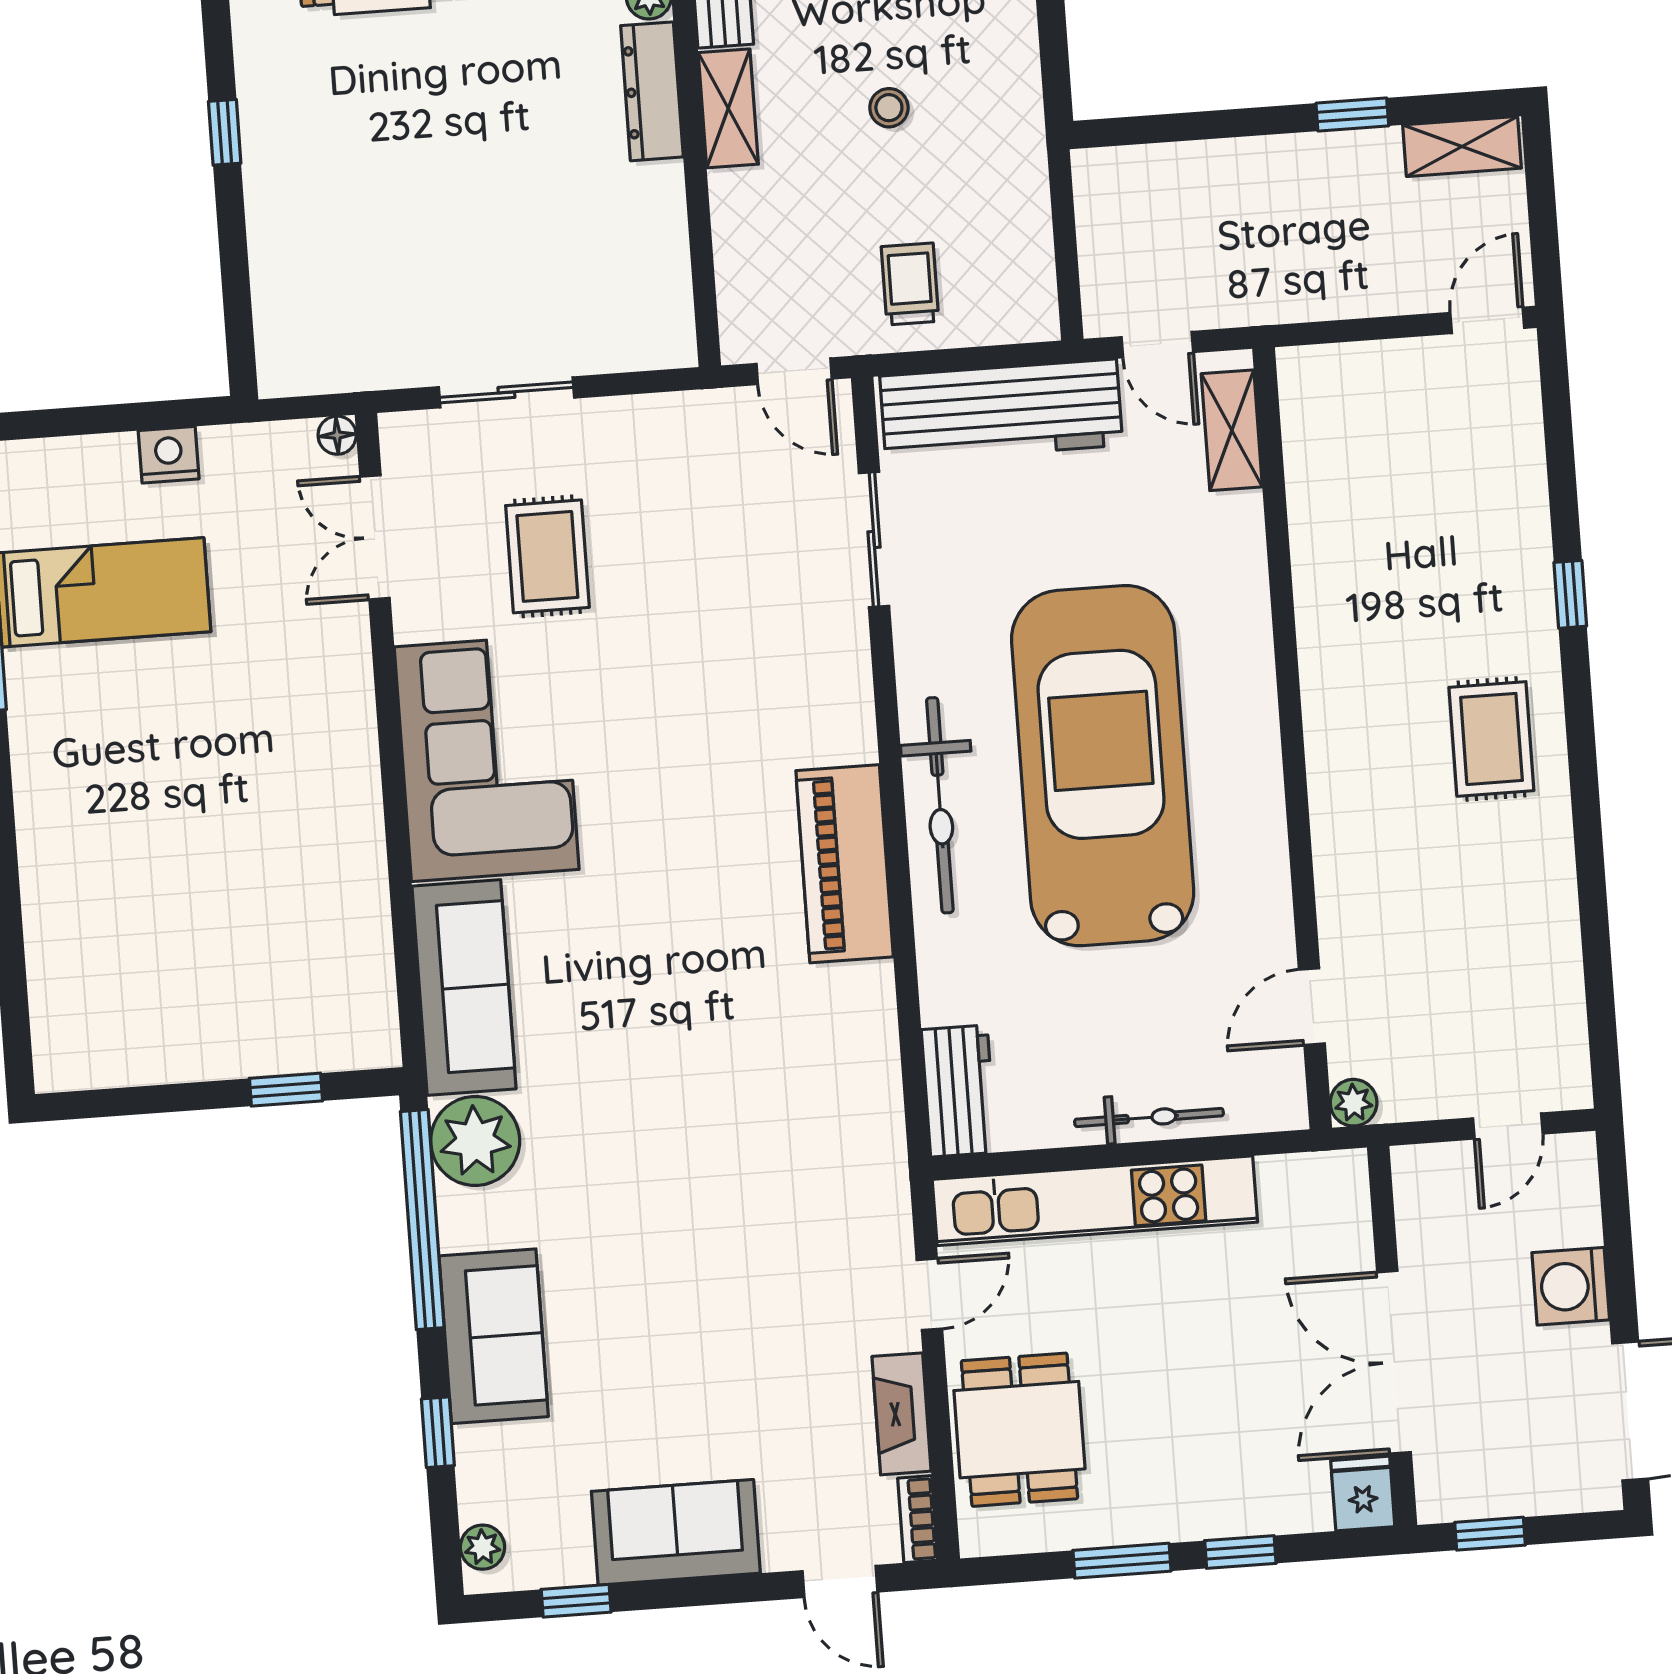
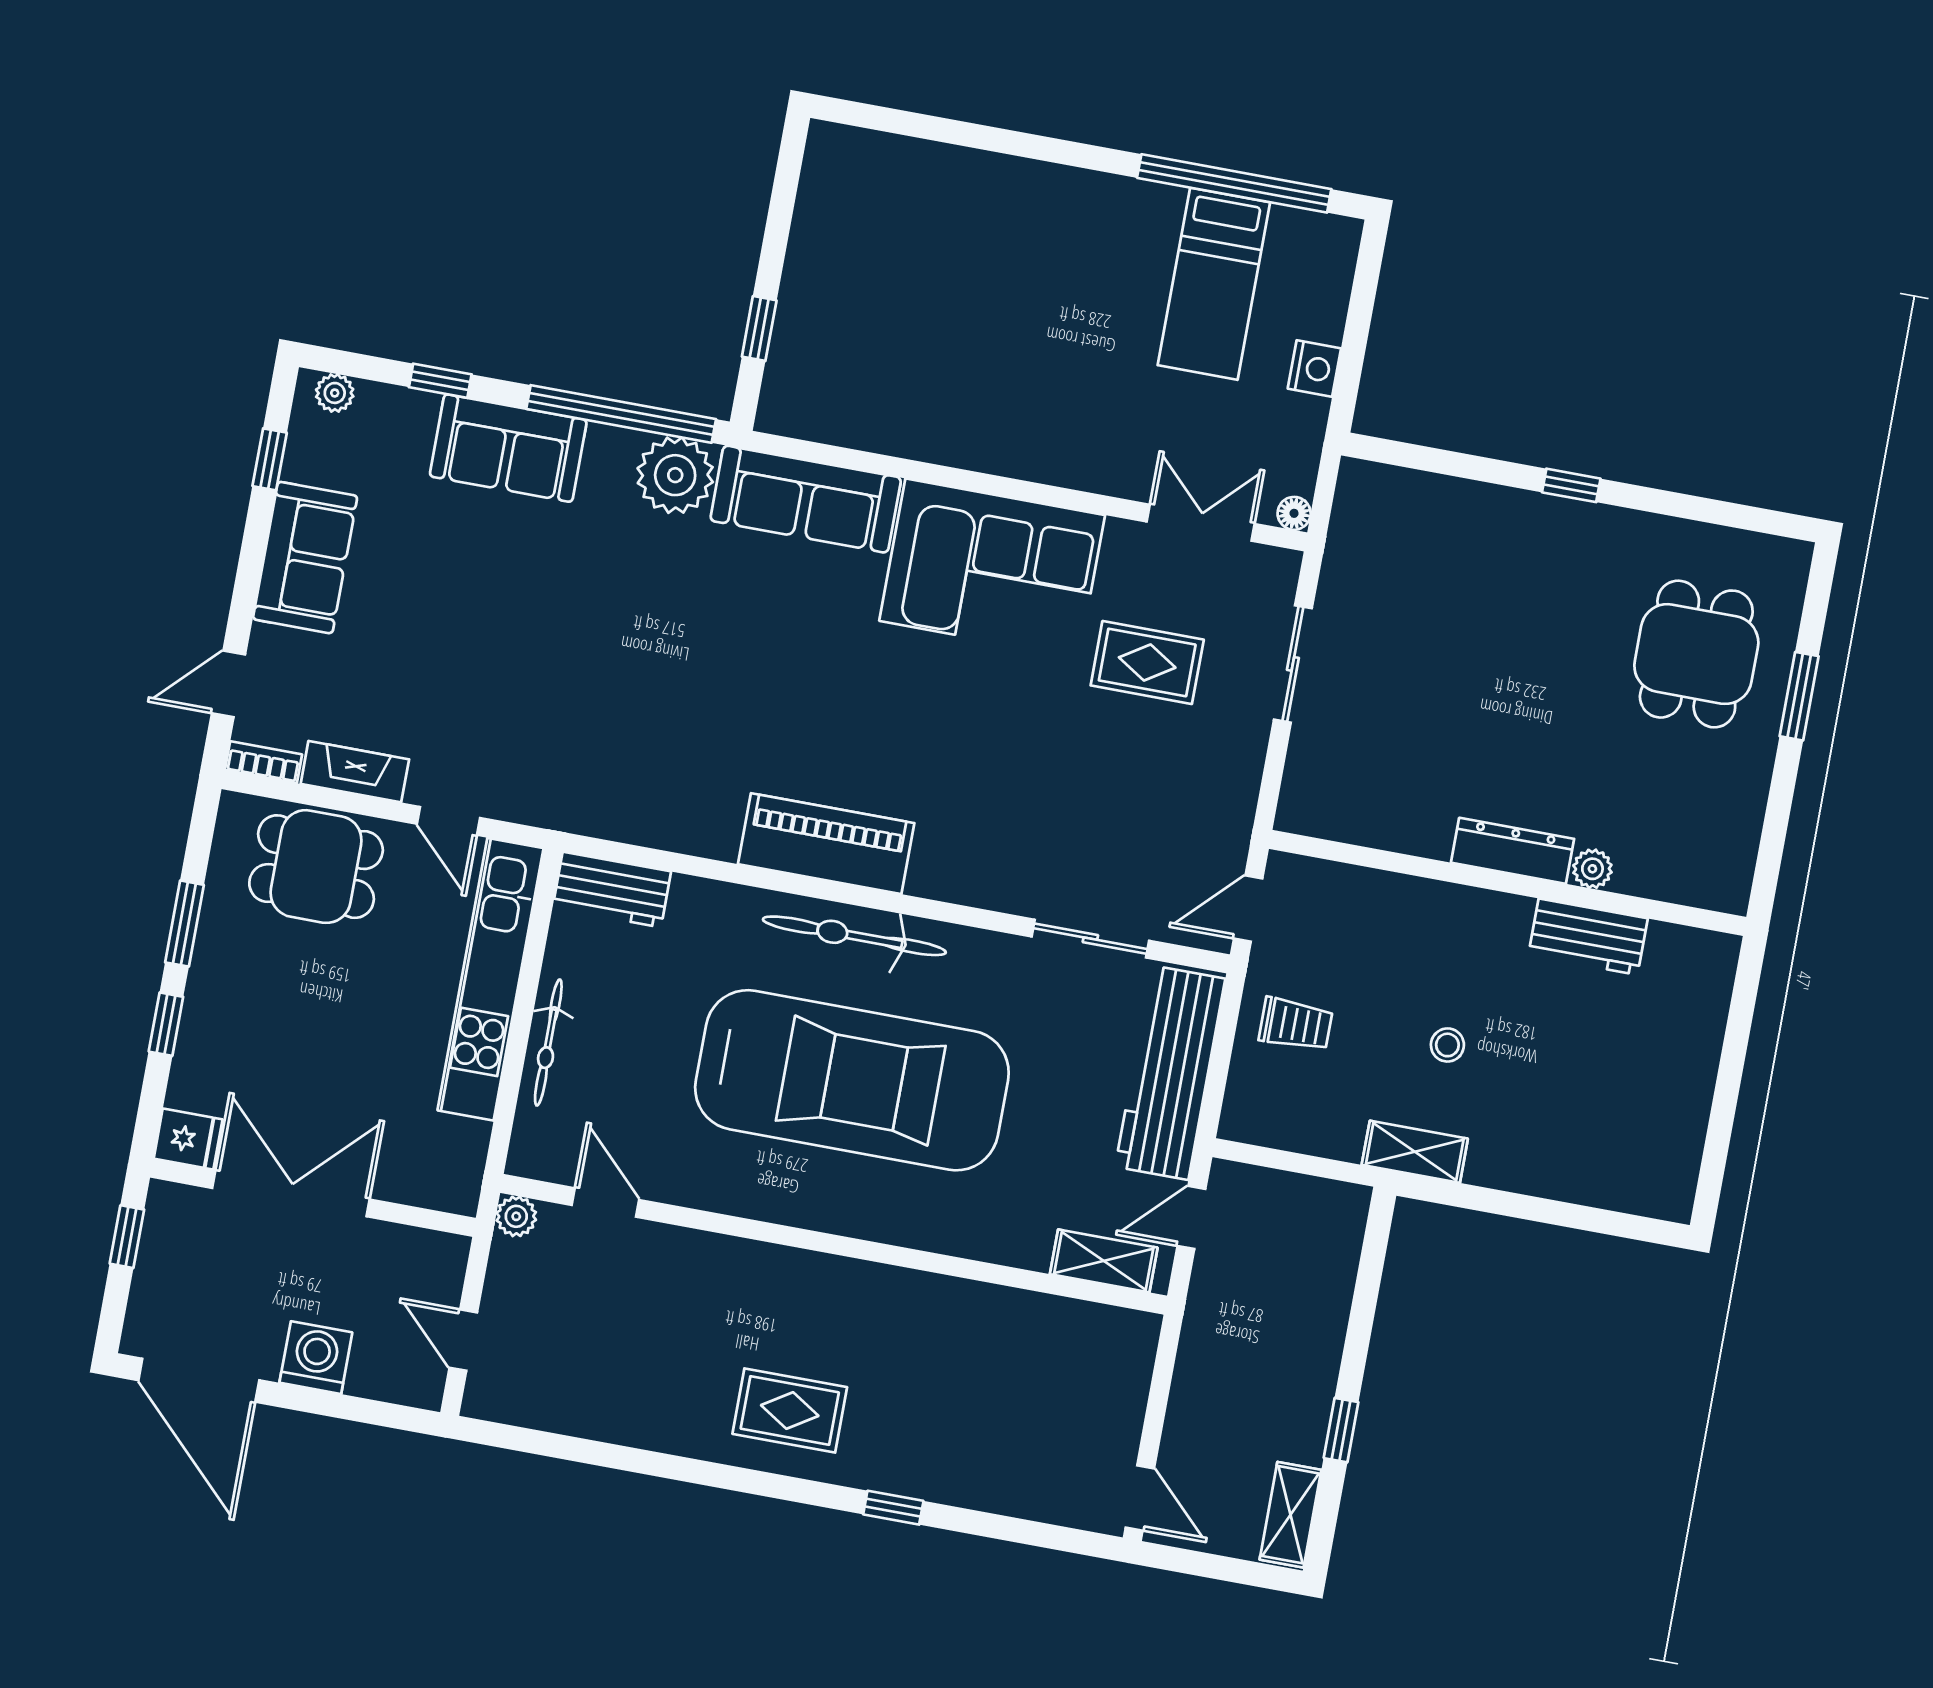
shelving: (728, 108) -> (1415, 1152), moved

